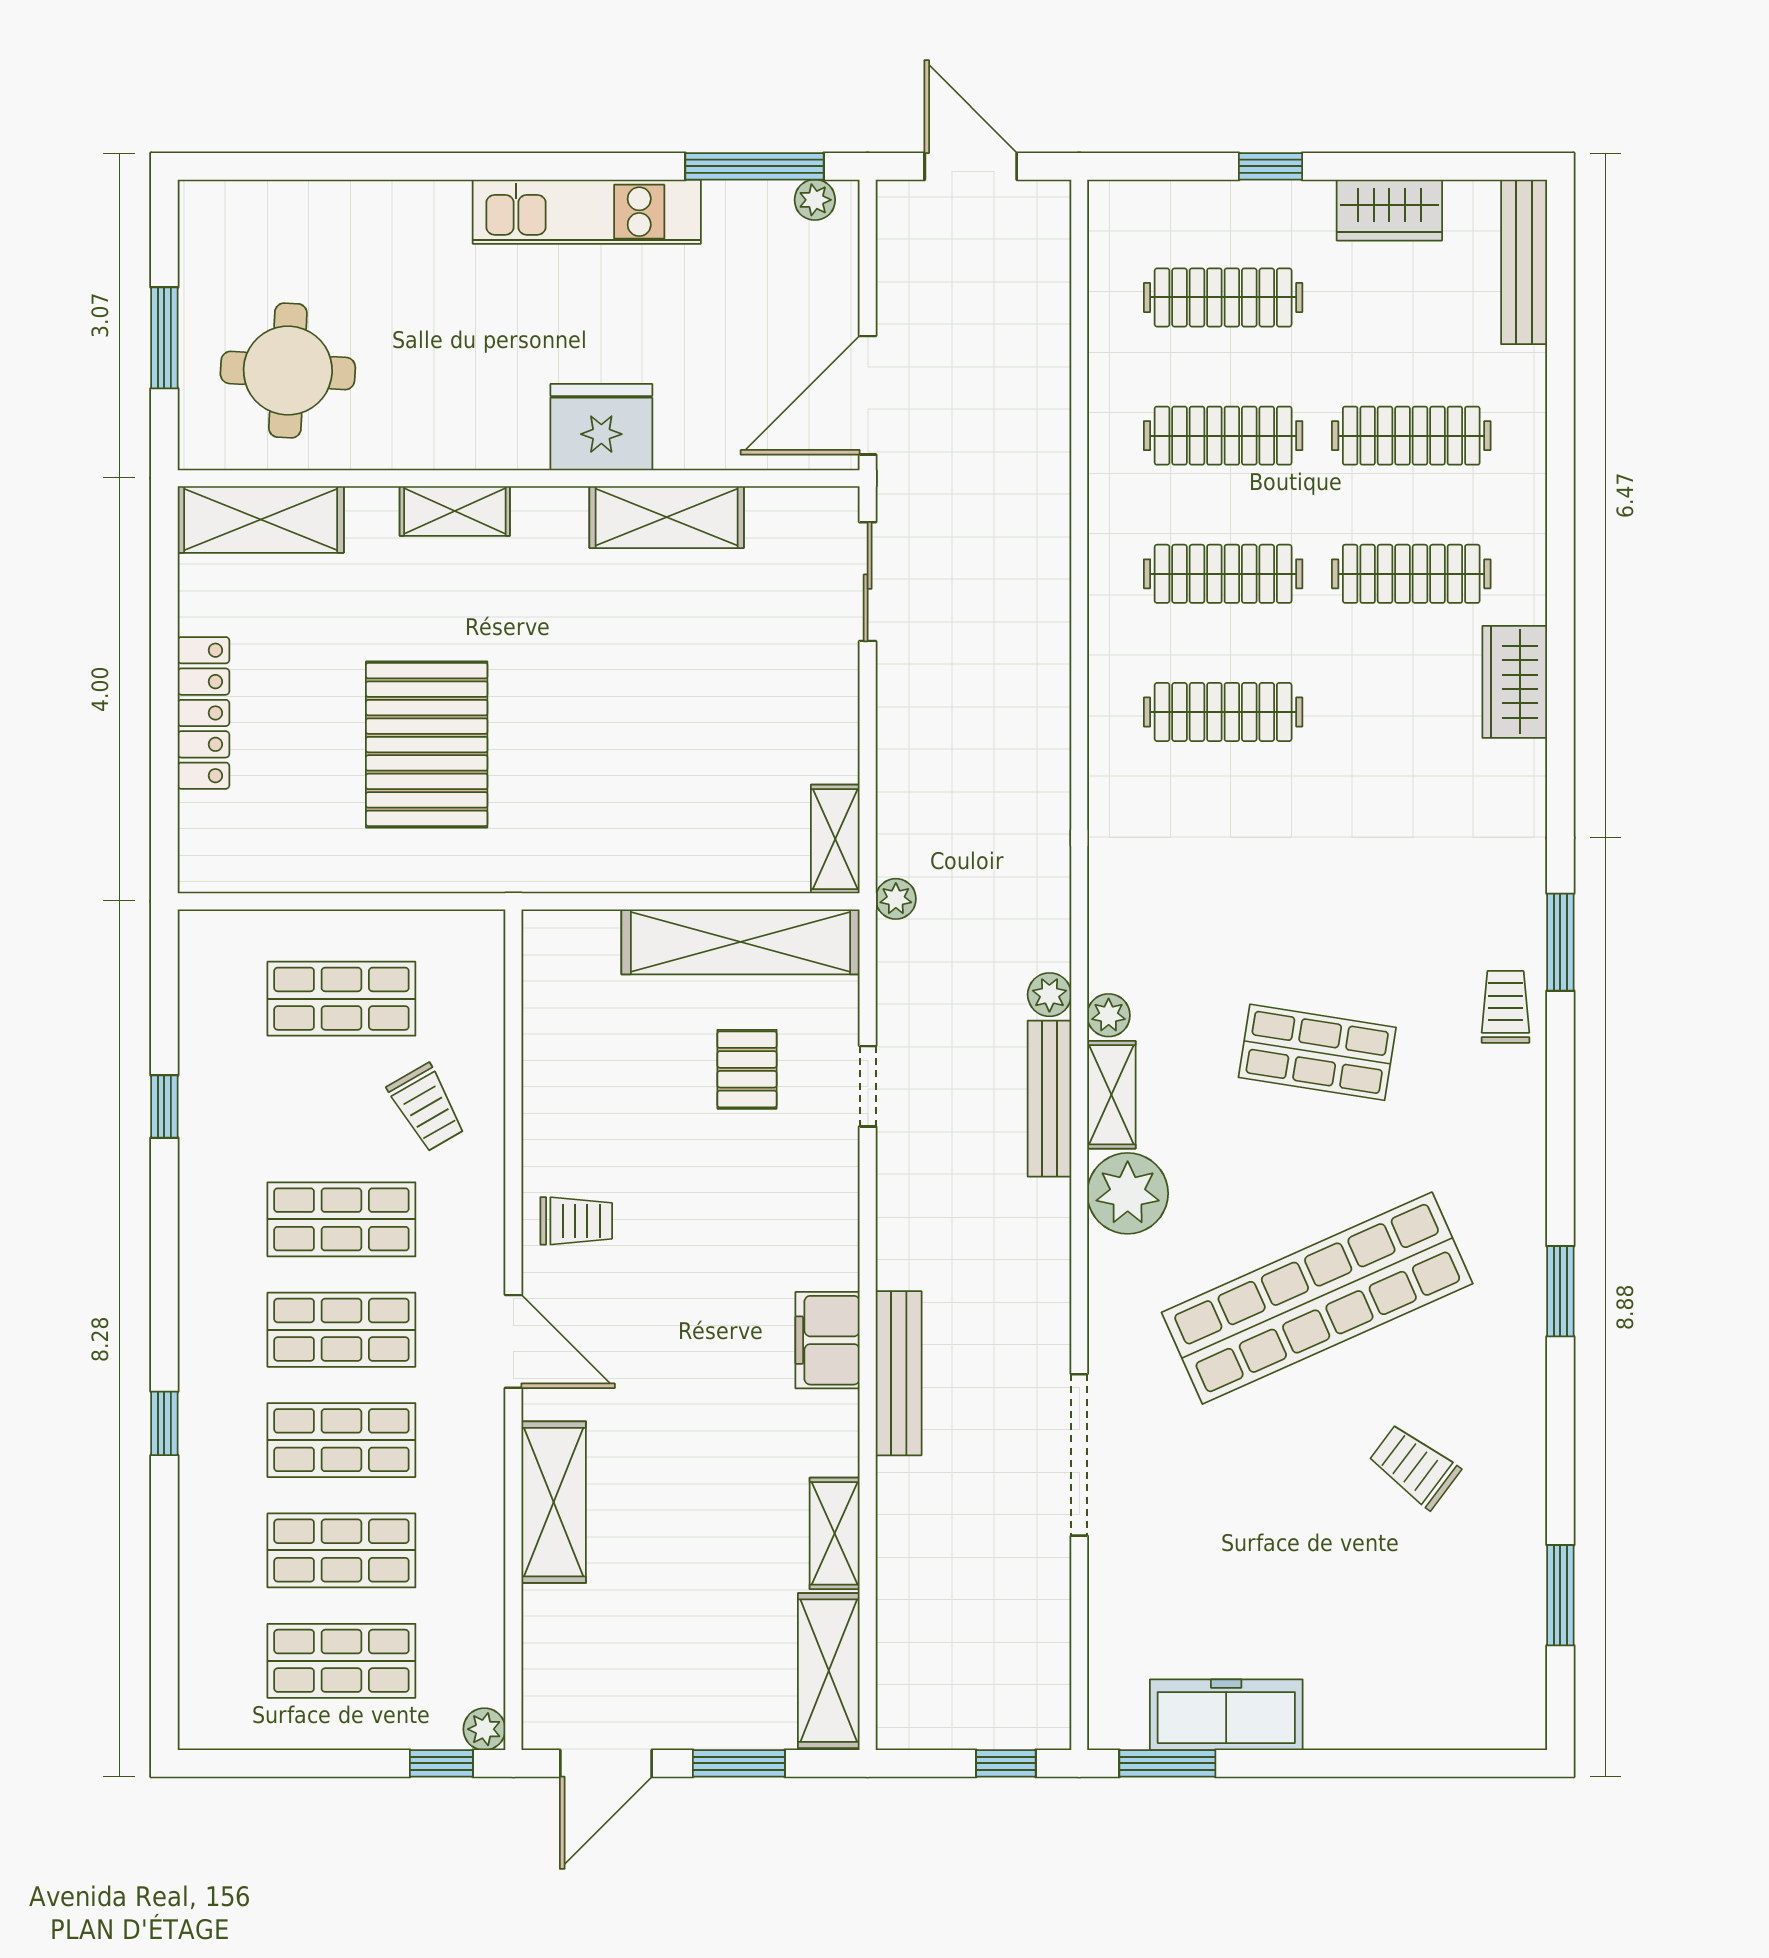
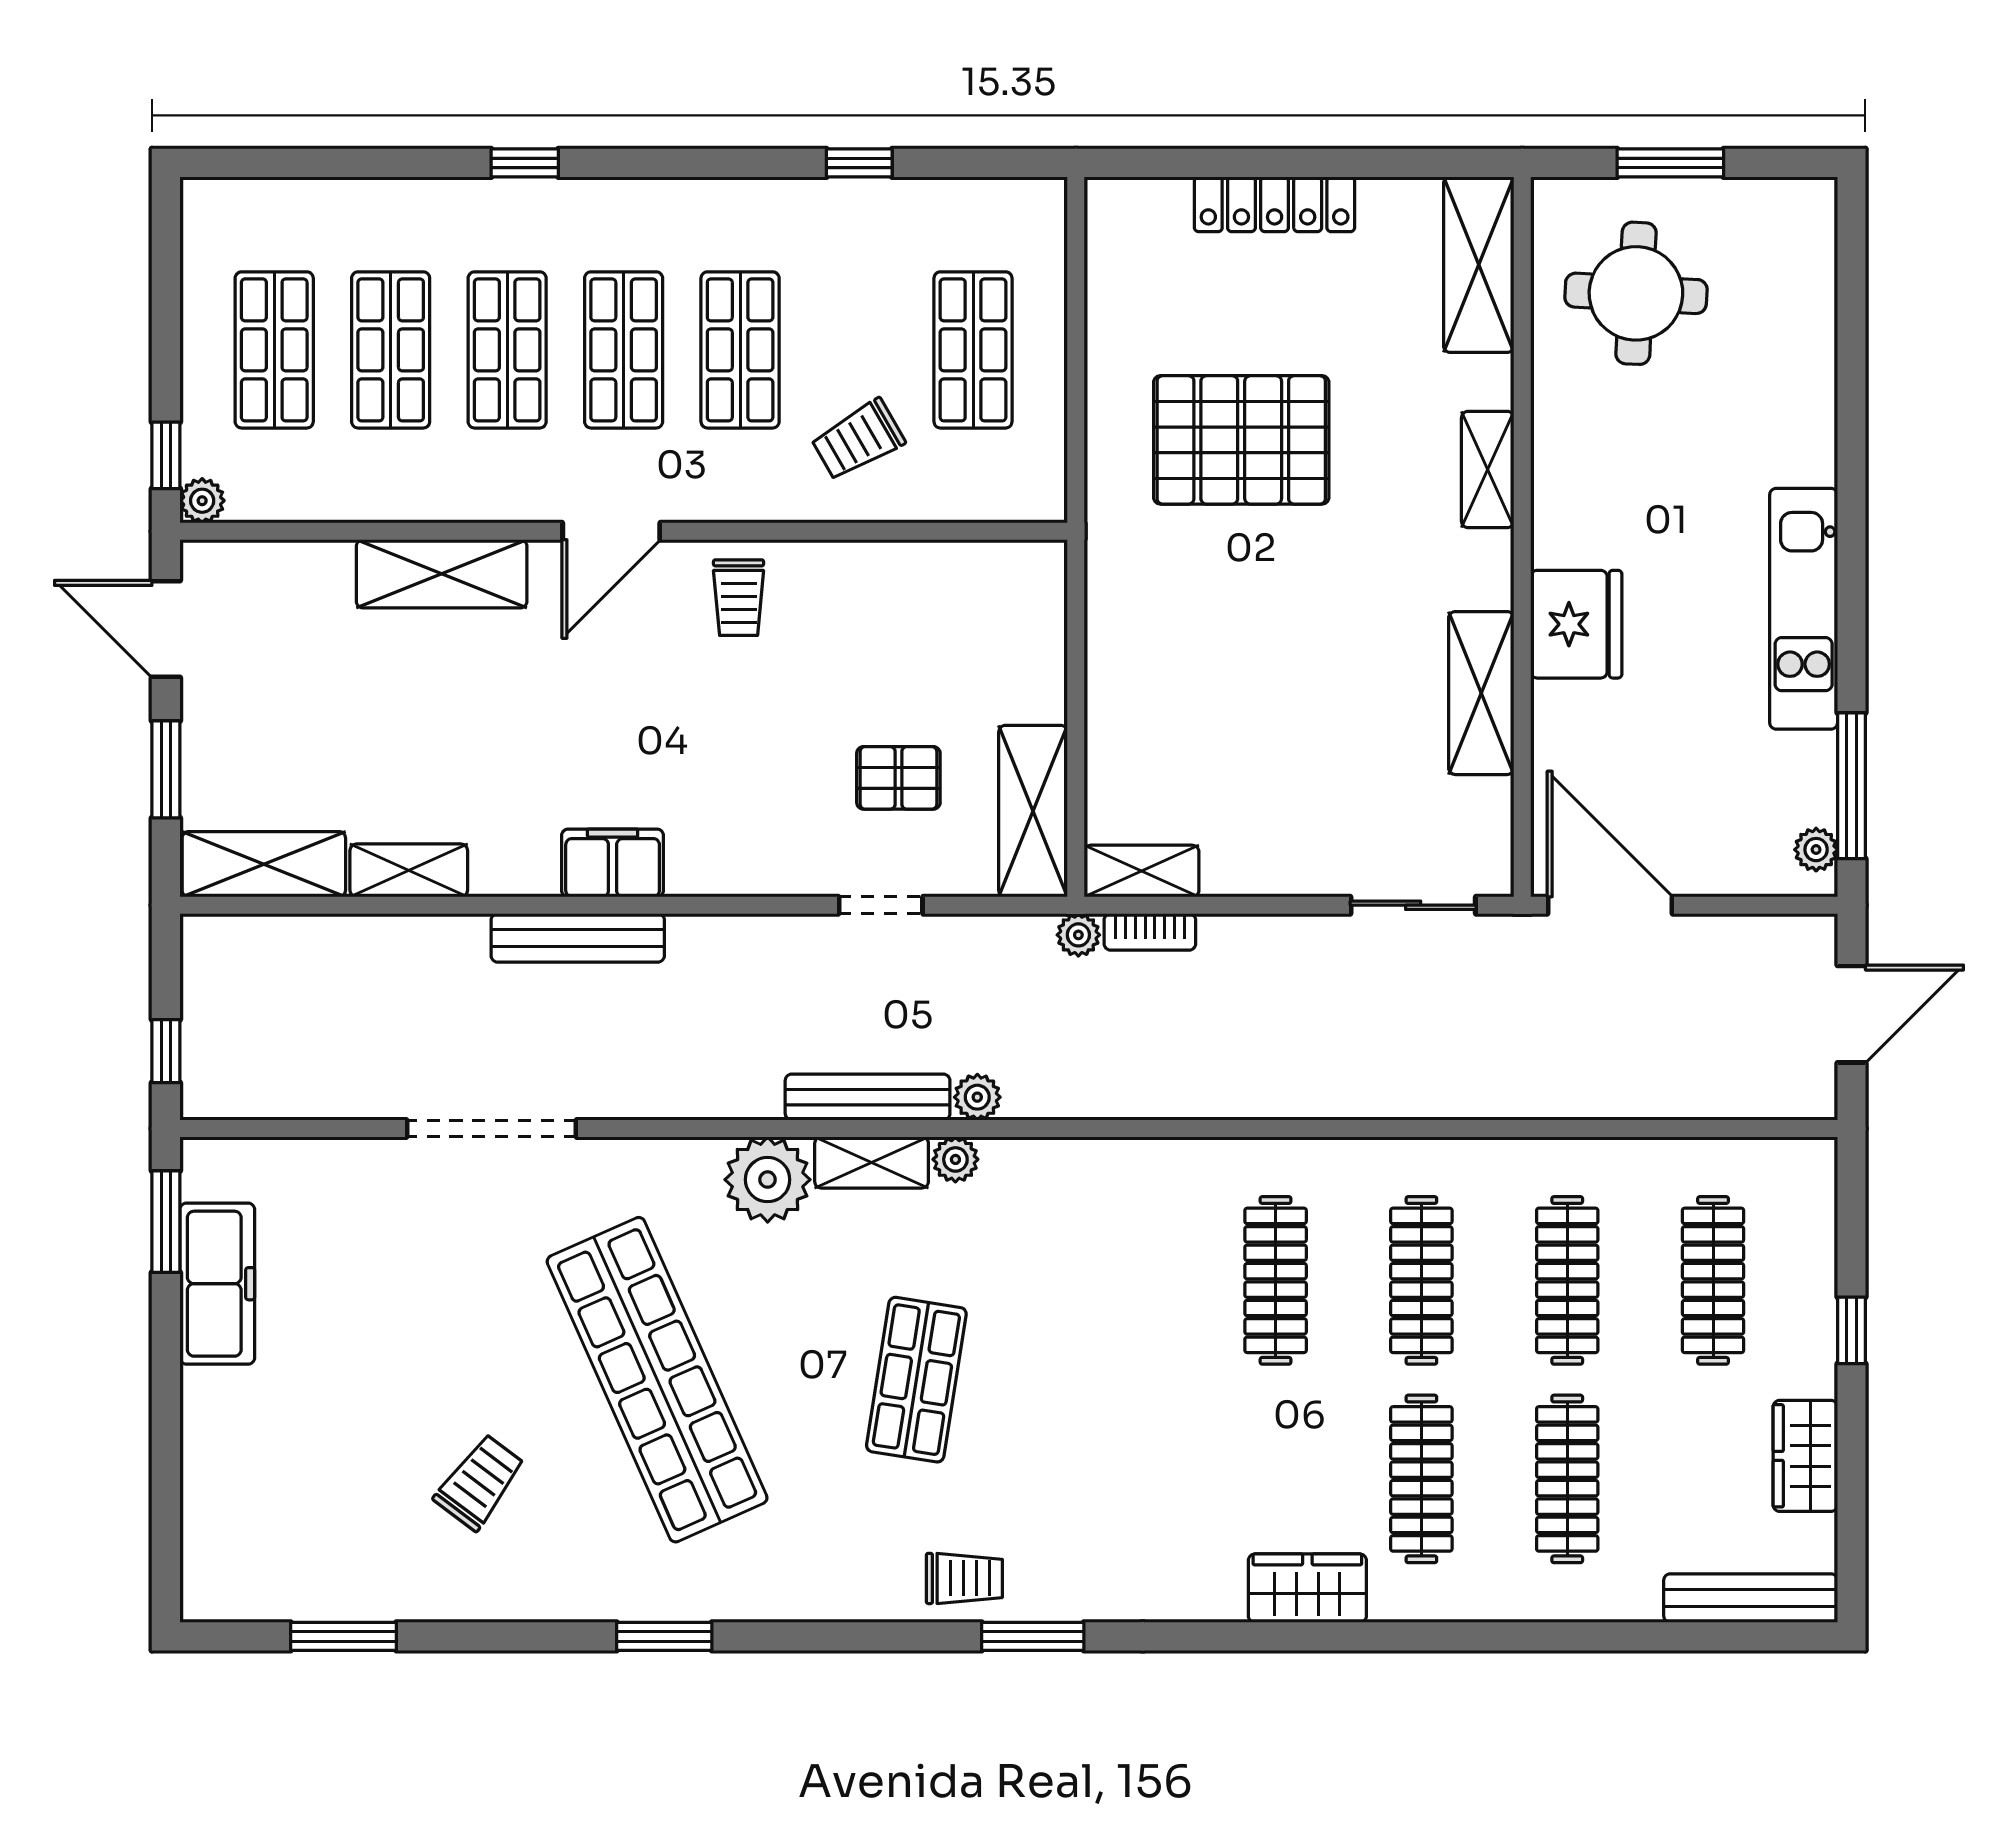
bookcase: (893, 831) -> (1150, 932), added
shelving: (741, 942) -> (1033, 811), width x0.68

